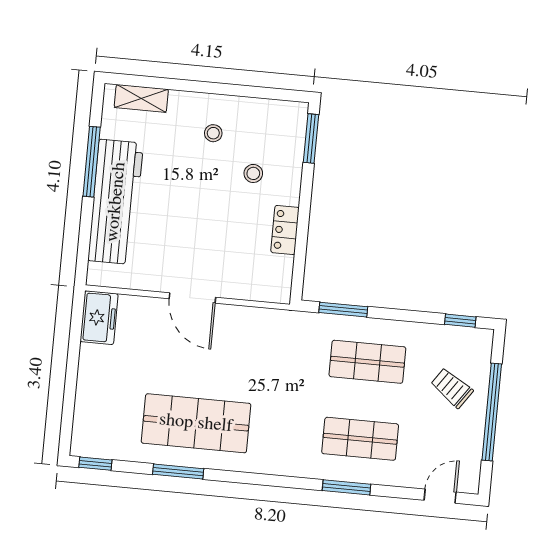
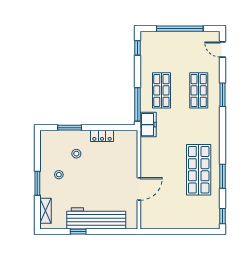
window: (200, 87) -> (37, 183), added
window: (311, 138) -> (70, 128), moved
window: (92, 162) -> (78, 232), width x0.46
door: (192, 298) -> (139, 189), moved
window: (343, 310) -> (138, 104), width x1.44
freezer: (99, 318) -> (148, 125), moved, turned 90
trolley: (452, 388) -> (170, 49), removed

